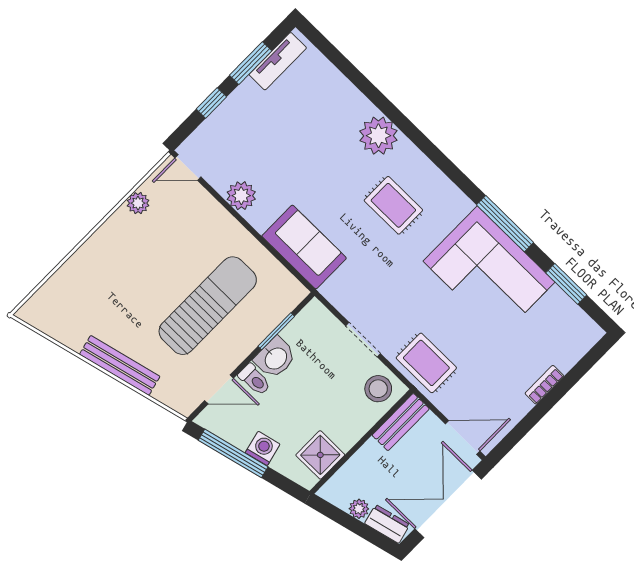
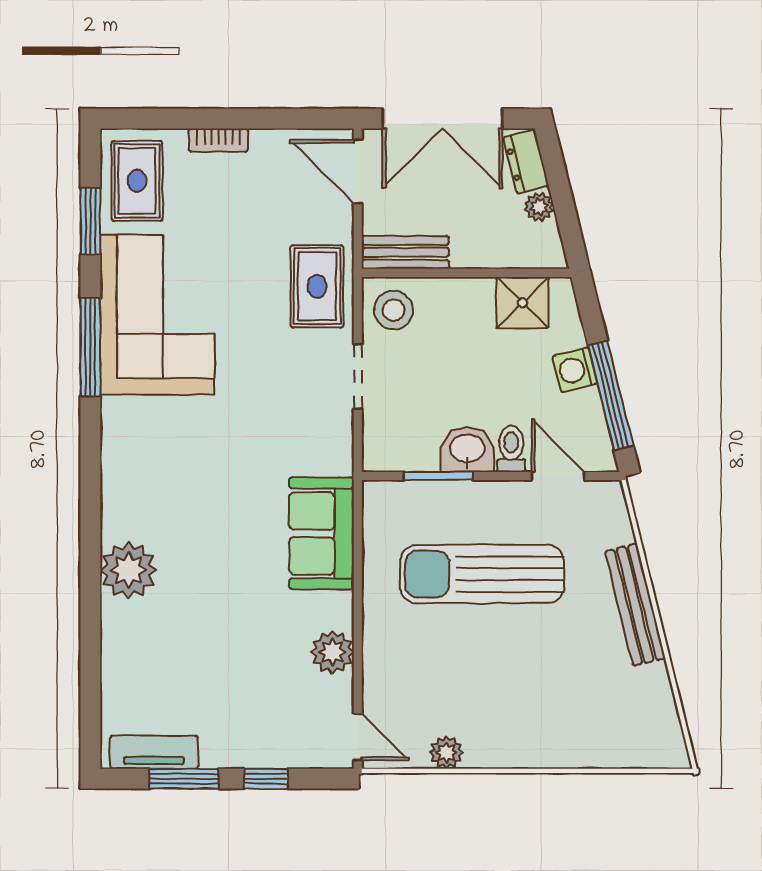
rug: (393, 205) -> (137, 181), moved

